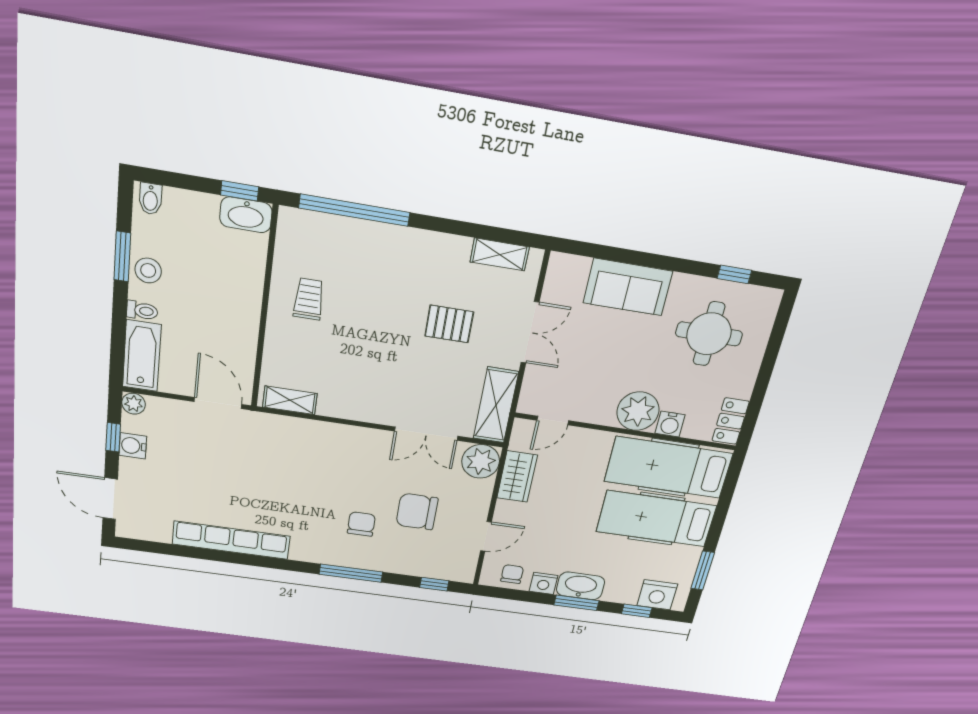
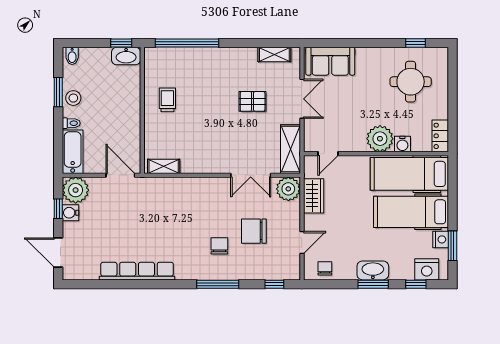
sofa: (628, 287) -> (330, 61), moved
plant: (134, 404) -> (76, 190), width x1.87, depth x1.87
nightstand: (543, 583) -> (441, 239), moved, turned -90

